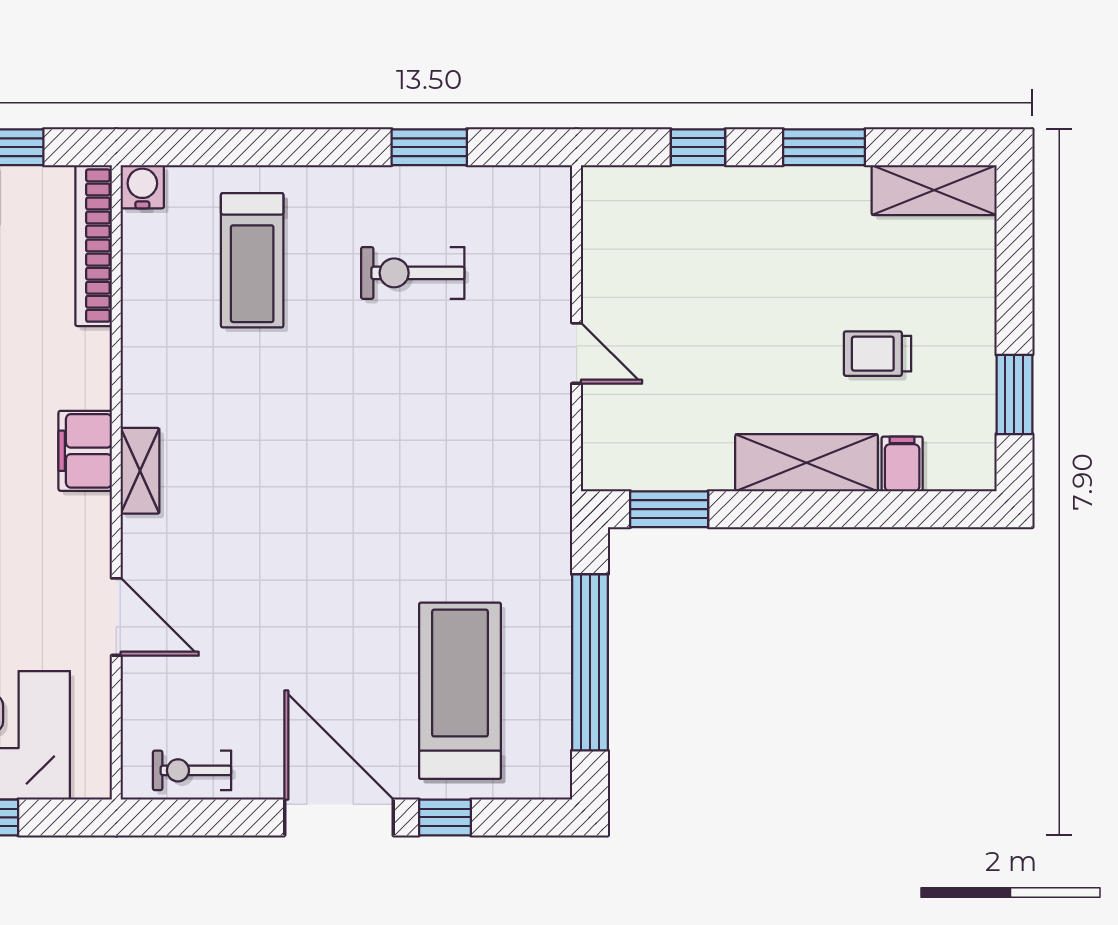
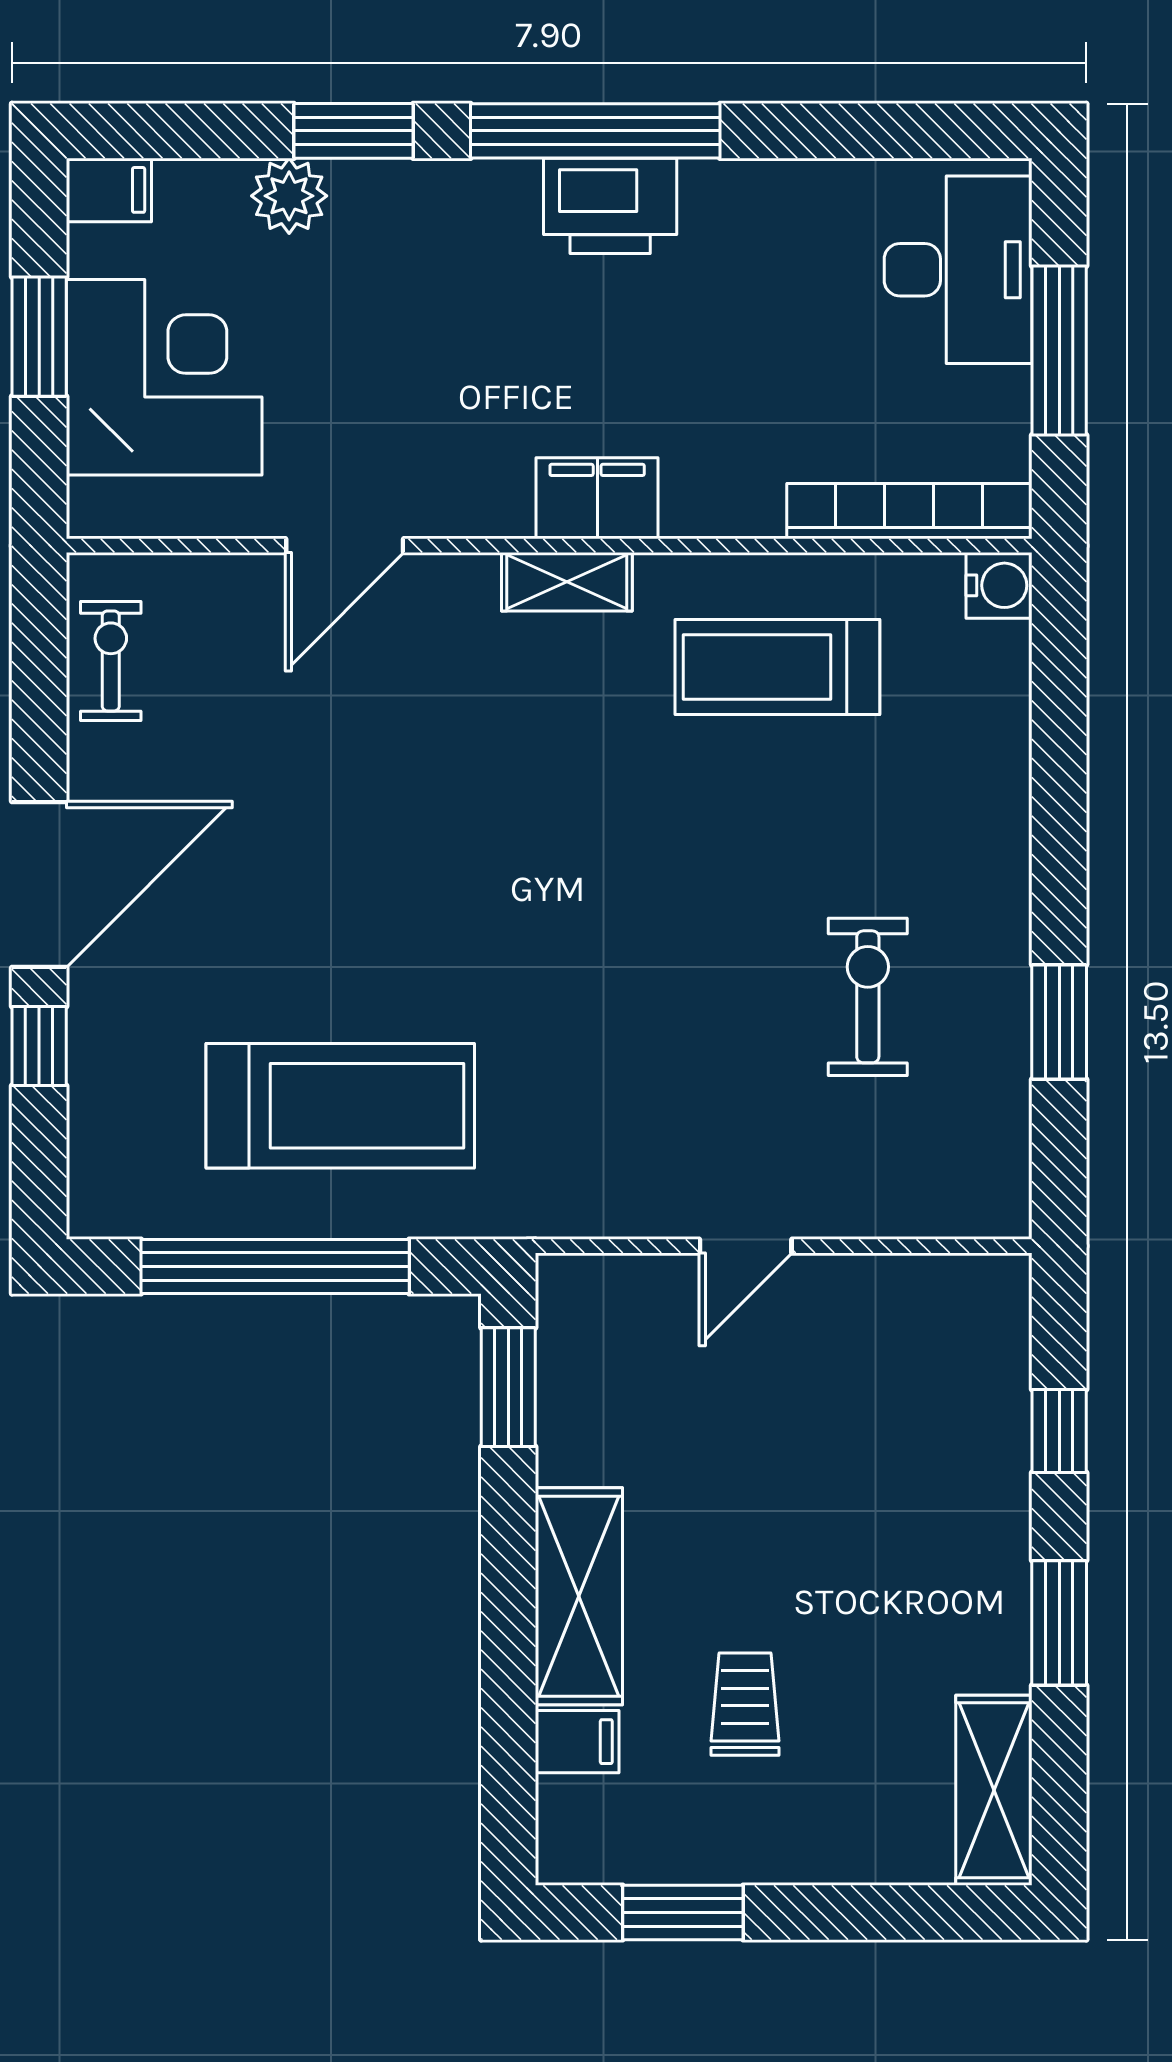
treadmill: (252, 260) -> (777, 667), moved
treadmill: (460, 691) -> (340, 1106), moved

